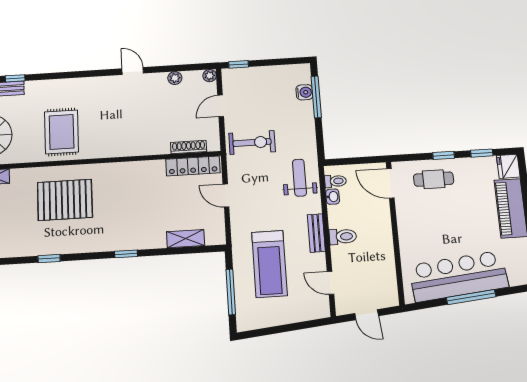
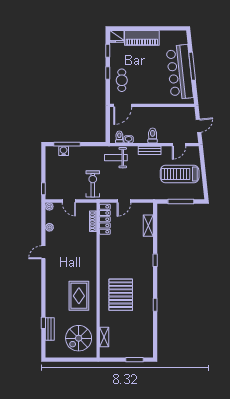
rug: (62, 132) -> (79, 296), turned 90
treadmill: (269, 264) -> (180, 174), moved, turned 180

